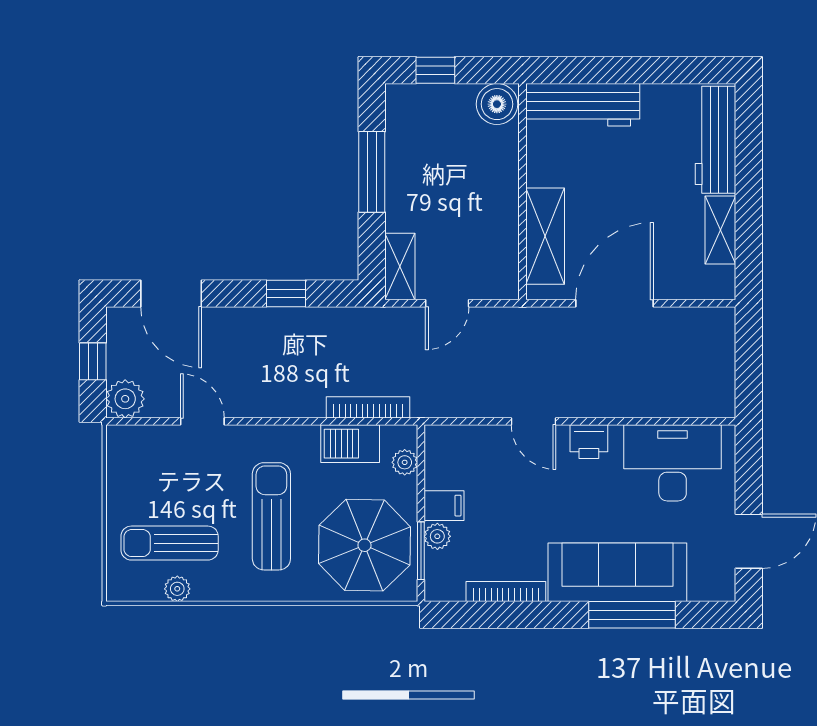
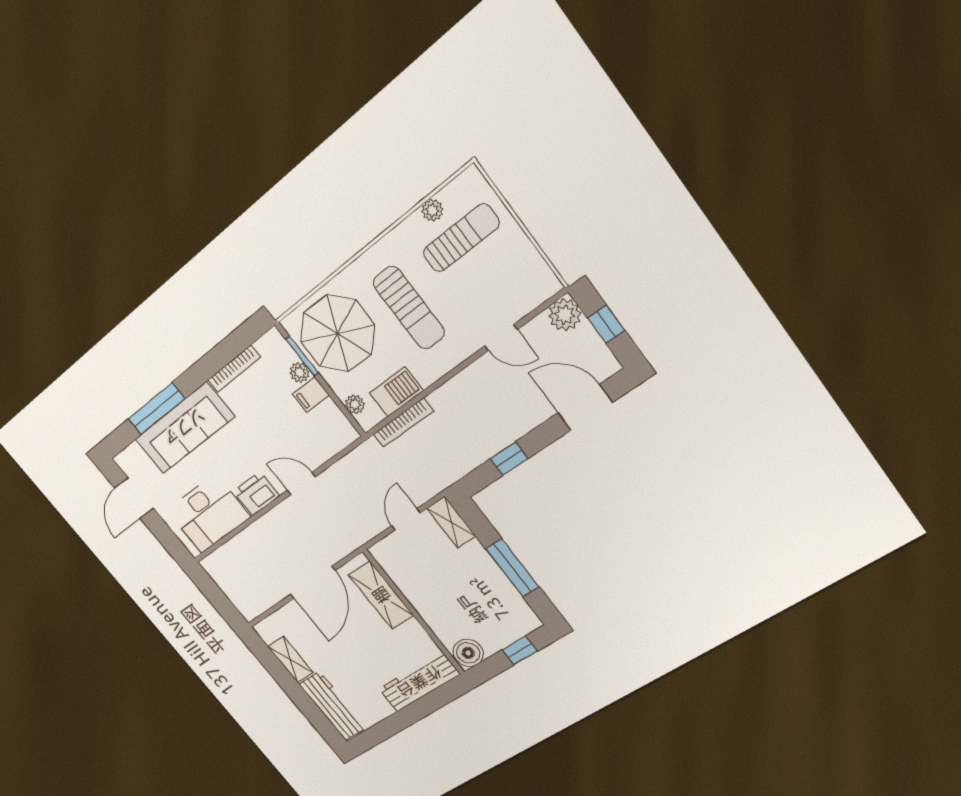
printer: (589, 442) -> (256, 494), width x1.36, depth x1.24

